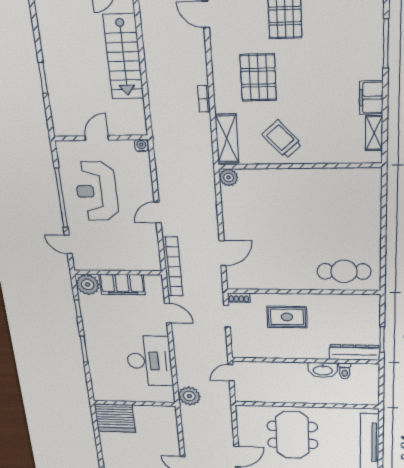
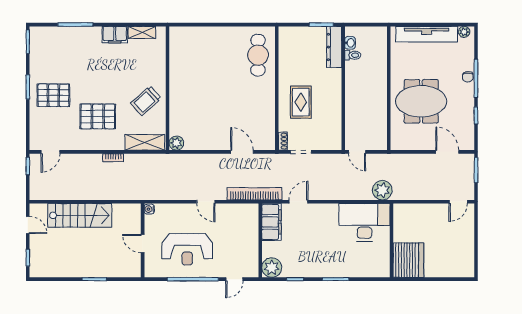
filing cabinet: (122, 285) -> (271, 222), moved
desk: (149, 361) -> (364, 222), moved
washbasin: (323, 370) -> (350, 43), moved, width x0.52, depth x0.69

